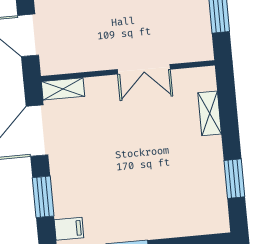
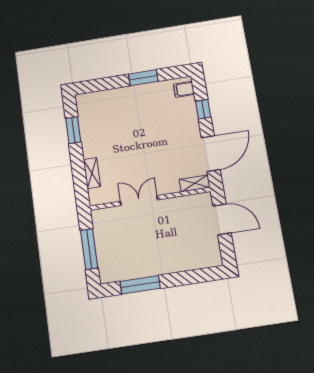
window: (43, 197) -> (203, 109), width x0.67

